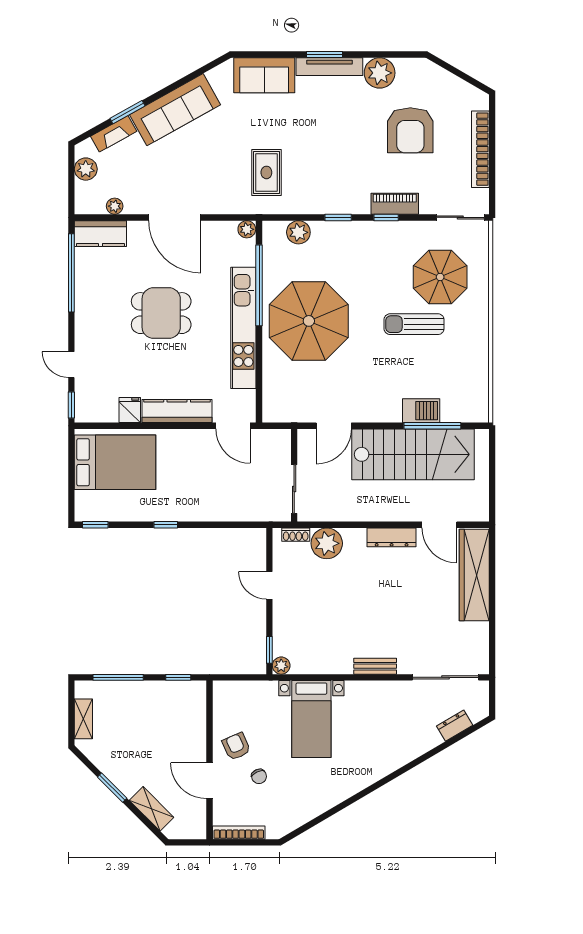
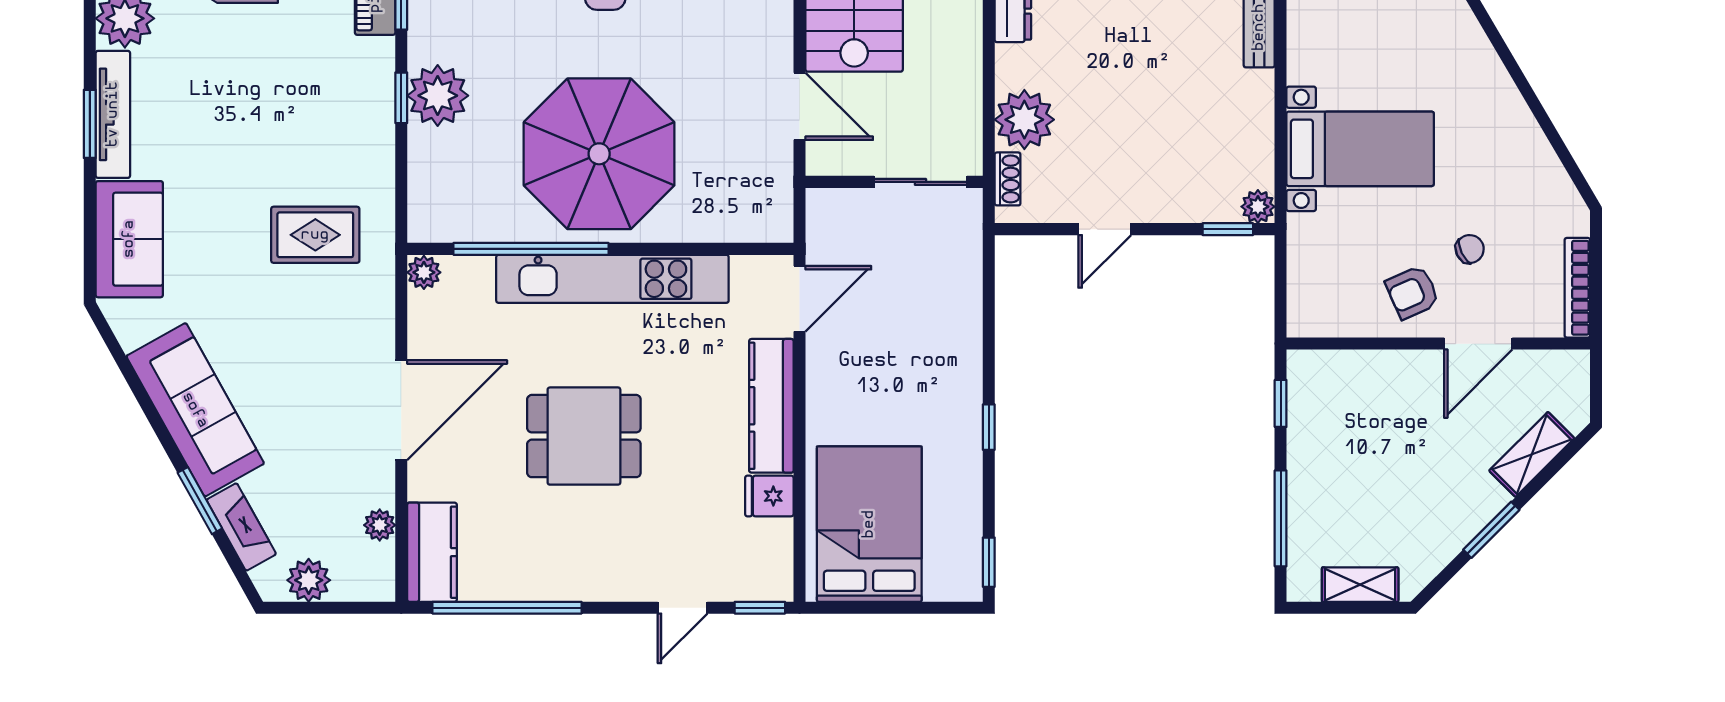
plant: (298, 232) -> (438, 96), moved, width x1.36, depth x1.36
dining table: (161, 313) -> (584, 436), turned 90

